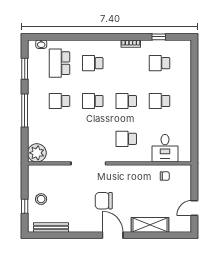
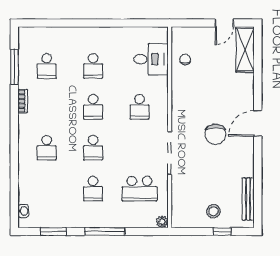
window: (159, 37) -> (14, 67), width x2.17
school desk: (59, 63) -> (139, 189), moved
plant: (37, 153) -> (162, 222), width x0.53, depth x0.53
door: (194, 208) -> (224, 23), hinge flipped
shelving: (150, 225) -> (245, 50), moved

